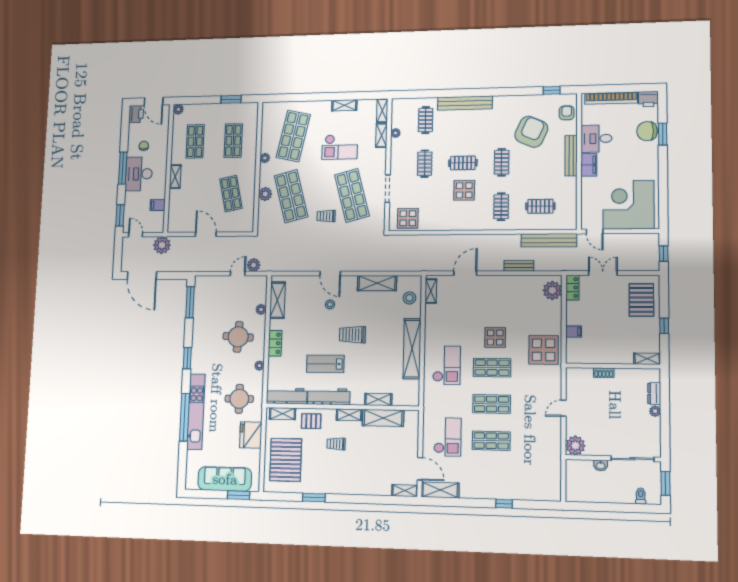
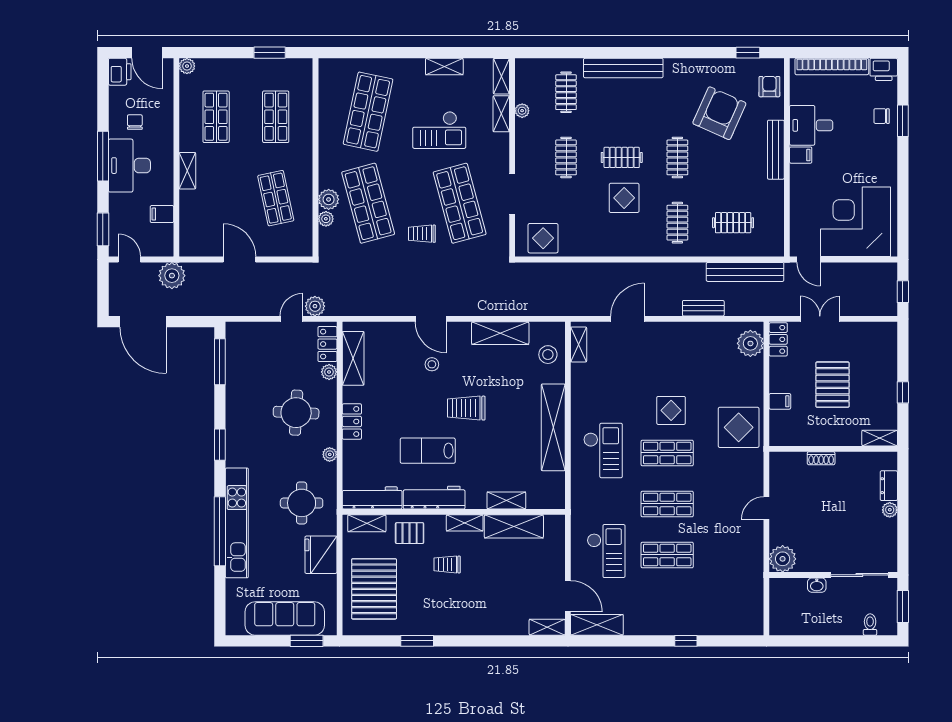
chair: (647, 131) -> (882, 116), width x0.54, depth x0.54
plant: (265, 158) -> (326, 219), moved
filing cabinet: (589, 165) -> (801, 155), width x0.50
locker: (261, 291) -> (327, 344), added
pallet: (641, 300) -> (832, 385), moved

